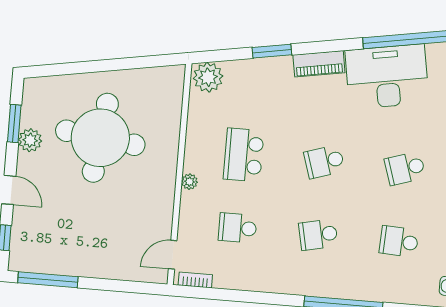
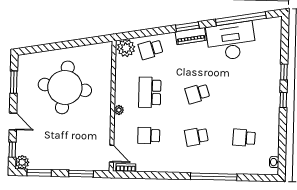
window: (272, 51) -> (187, 27), moved
plant: (30, 140) -> (22, 162), moved
school desk: (405, 168) -> (151, 49), moved
door: (173, 255) -> (112, 154), swing flipped
window: (48, 280) -> (39, 173), width x0.69
window: (119, 286) -> (81, 174), added

